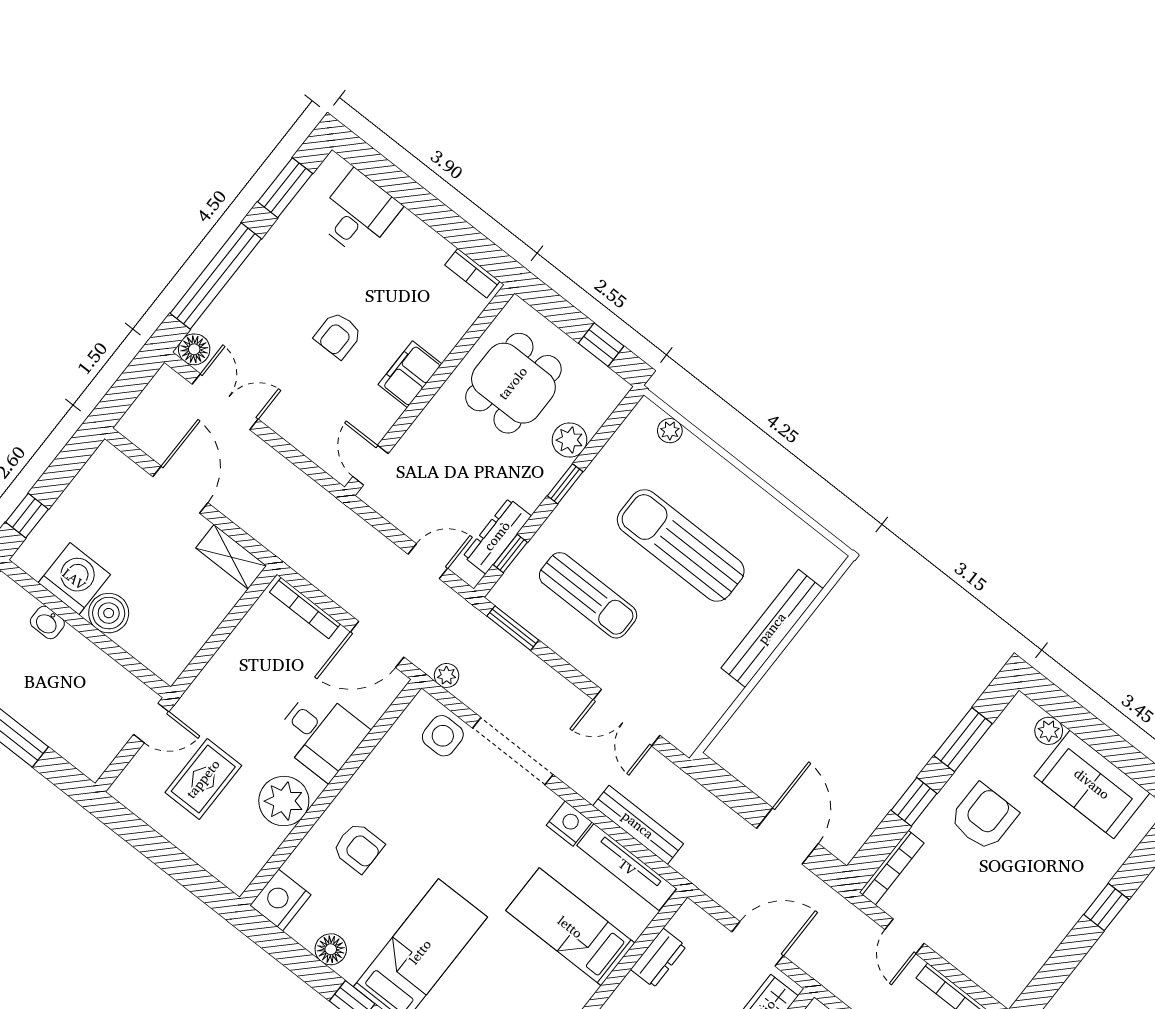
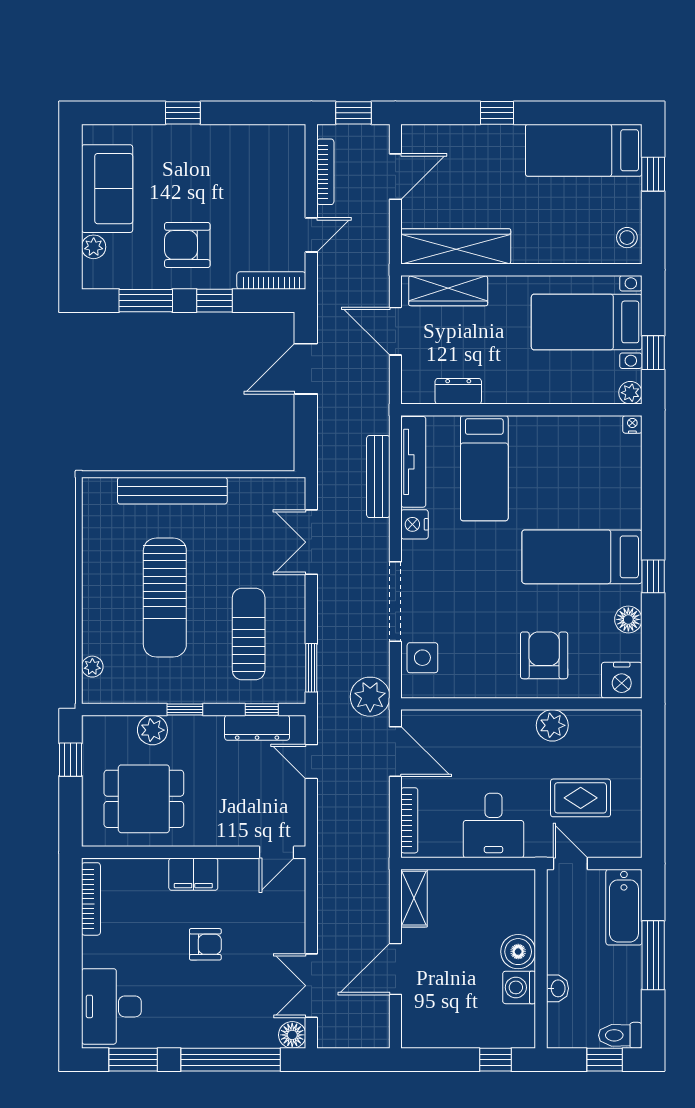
desk: (358, 213) -> (111, 1006), width x1.37
bookcase: (472, 273) -> (91, 899), width x1.56
washing machine: (74, 579) -> (519, 987), width x0.73, depth x0.73
plant: (447, 675) -> (370, 697), width x1.88, depth x1.88
double door: (627, 718) -> (311, 542), swing flipped
desk: (321, 734) -> (493, 825), moved, turned 180
bathtub: (74, 740) -> (624, 907), added
plant: (284, 801) -> (552, 725), width x0.73, depth x0.73
armchair: (358, 848) -> (544, 655), width x1.38, depth x1.38

